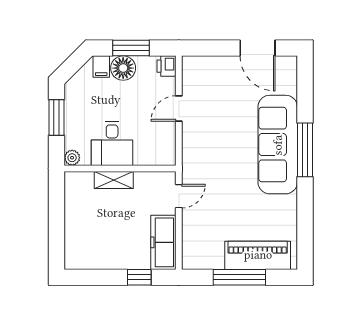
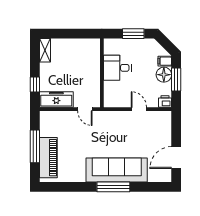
plant: (72, 158) -> (109, 43), removed
shelving: (114, 180) -> (45, 50), moved

